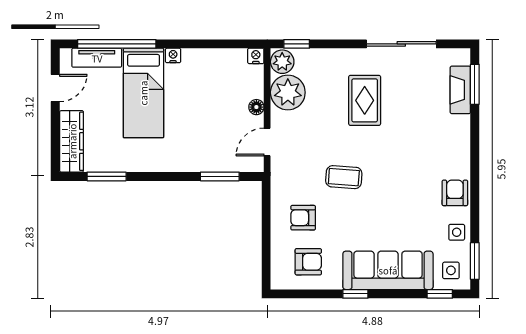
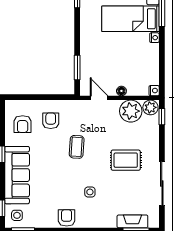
armchair: (455, 193) -> (67, 218), turned -90
side table: (457, 232) -> (90, 192), moved

